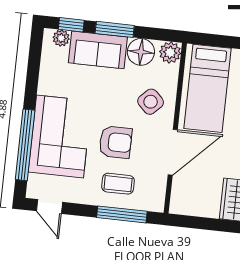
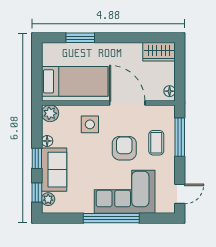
window: (115, 29) -> (37, 158), width x0.67
floor lamp: (141, 52) -> (47, 141), width x0.53, depth x0.53
side table: (151, 102) -> (90, 124), turned 45
window: (25, 145) -> (111, 218), moved
floor lamp: (182, 208) -> (170, 91), added

